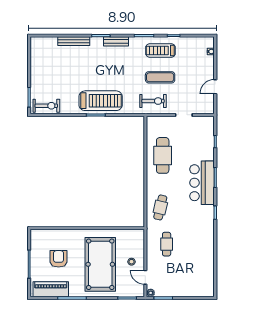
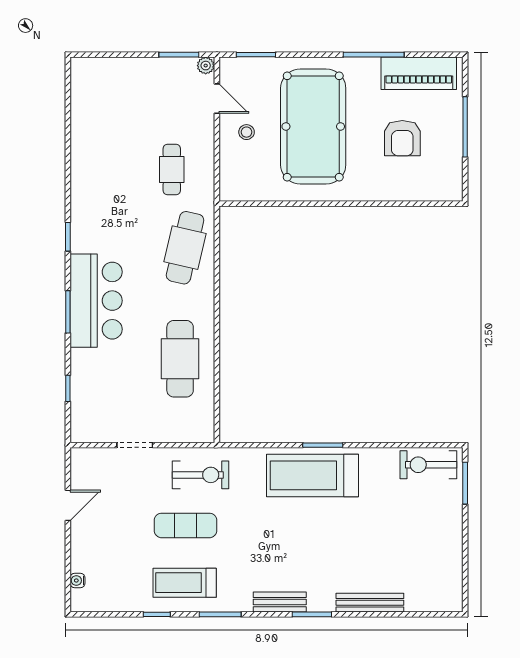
treadmill: (160, 51) -> (185, 583), turned 180
exercise bike: (153, 101) -> (201, 475), turned 180
cafe table: (160, 207) -> (185, 248), width x1.37, depth x1.35

